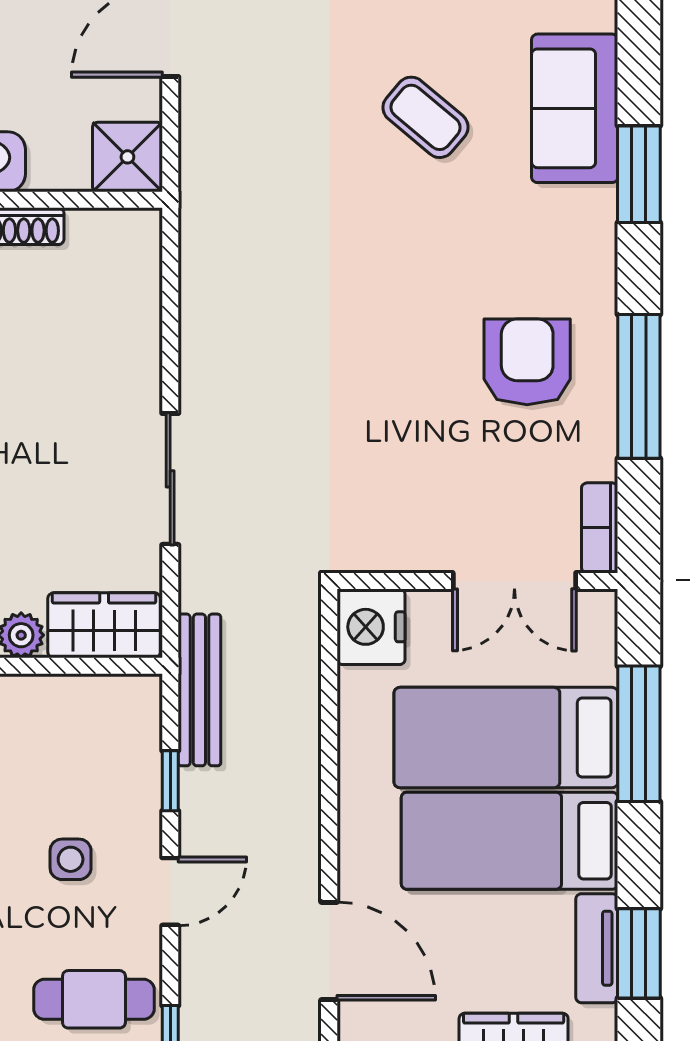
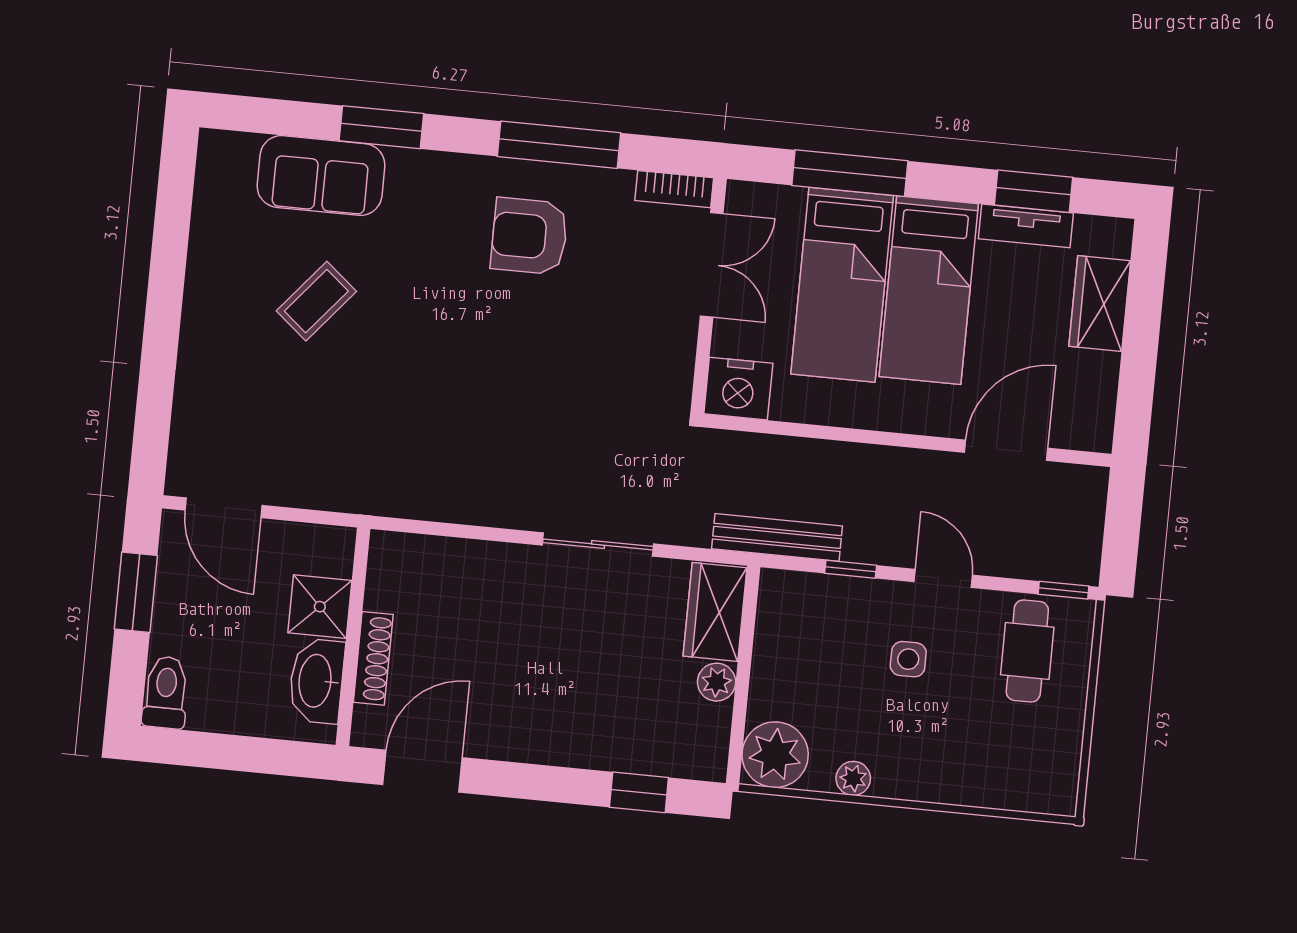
shower: (127, 157) -> (320, 607), moved

